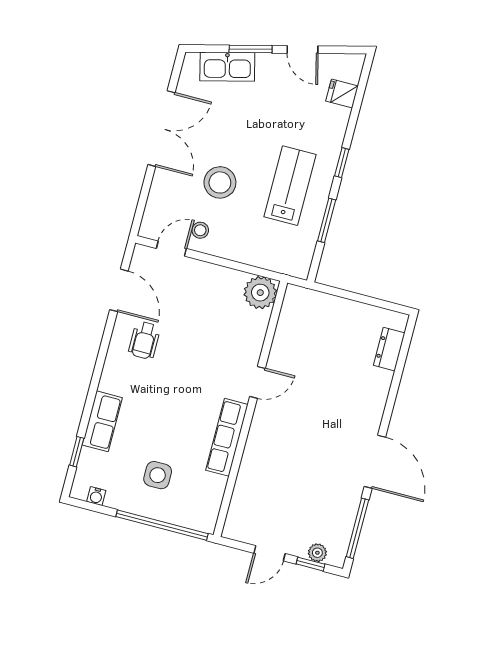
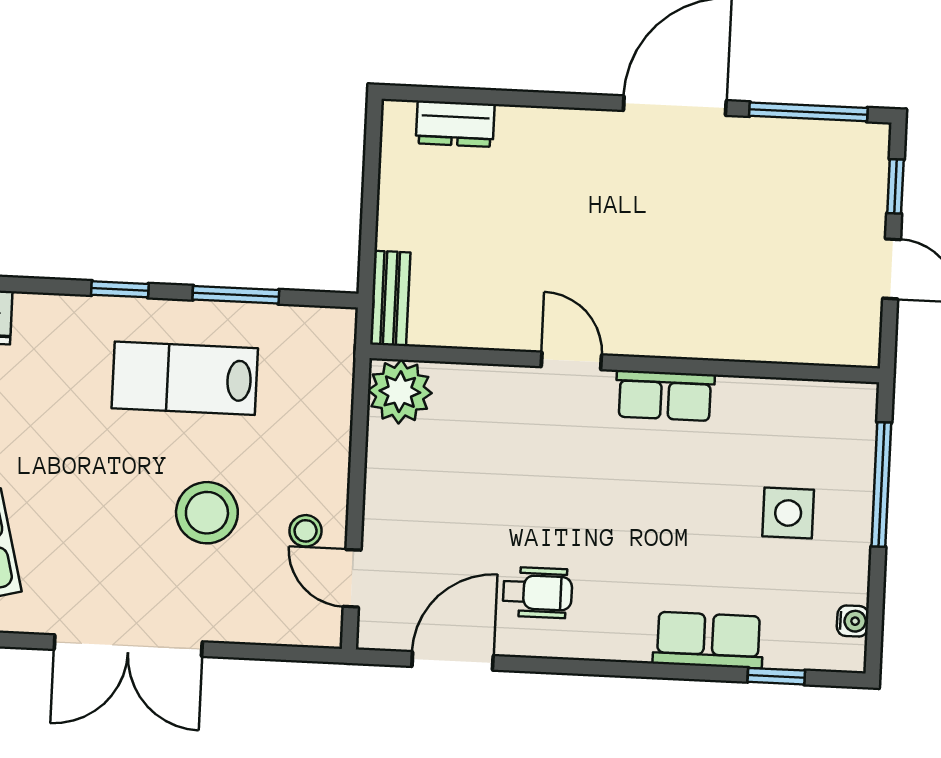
double door: (161, 129) -> (128, 646), swing flipped
bench: (308, 298) -> (390, 298), added
row of seats: (227, 437) -> (665, 396), width x0.68
window: (162, 525) -> (881, 484), width x0.68
plant: (317, 553) -> (871, 178), removed

